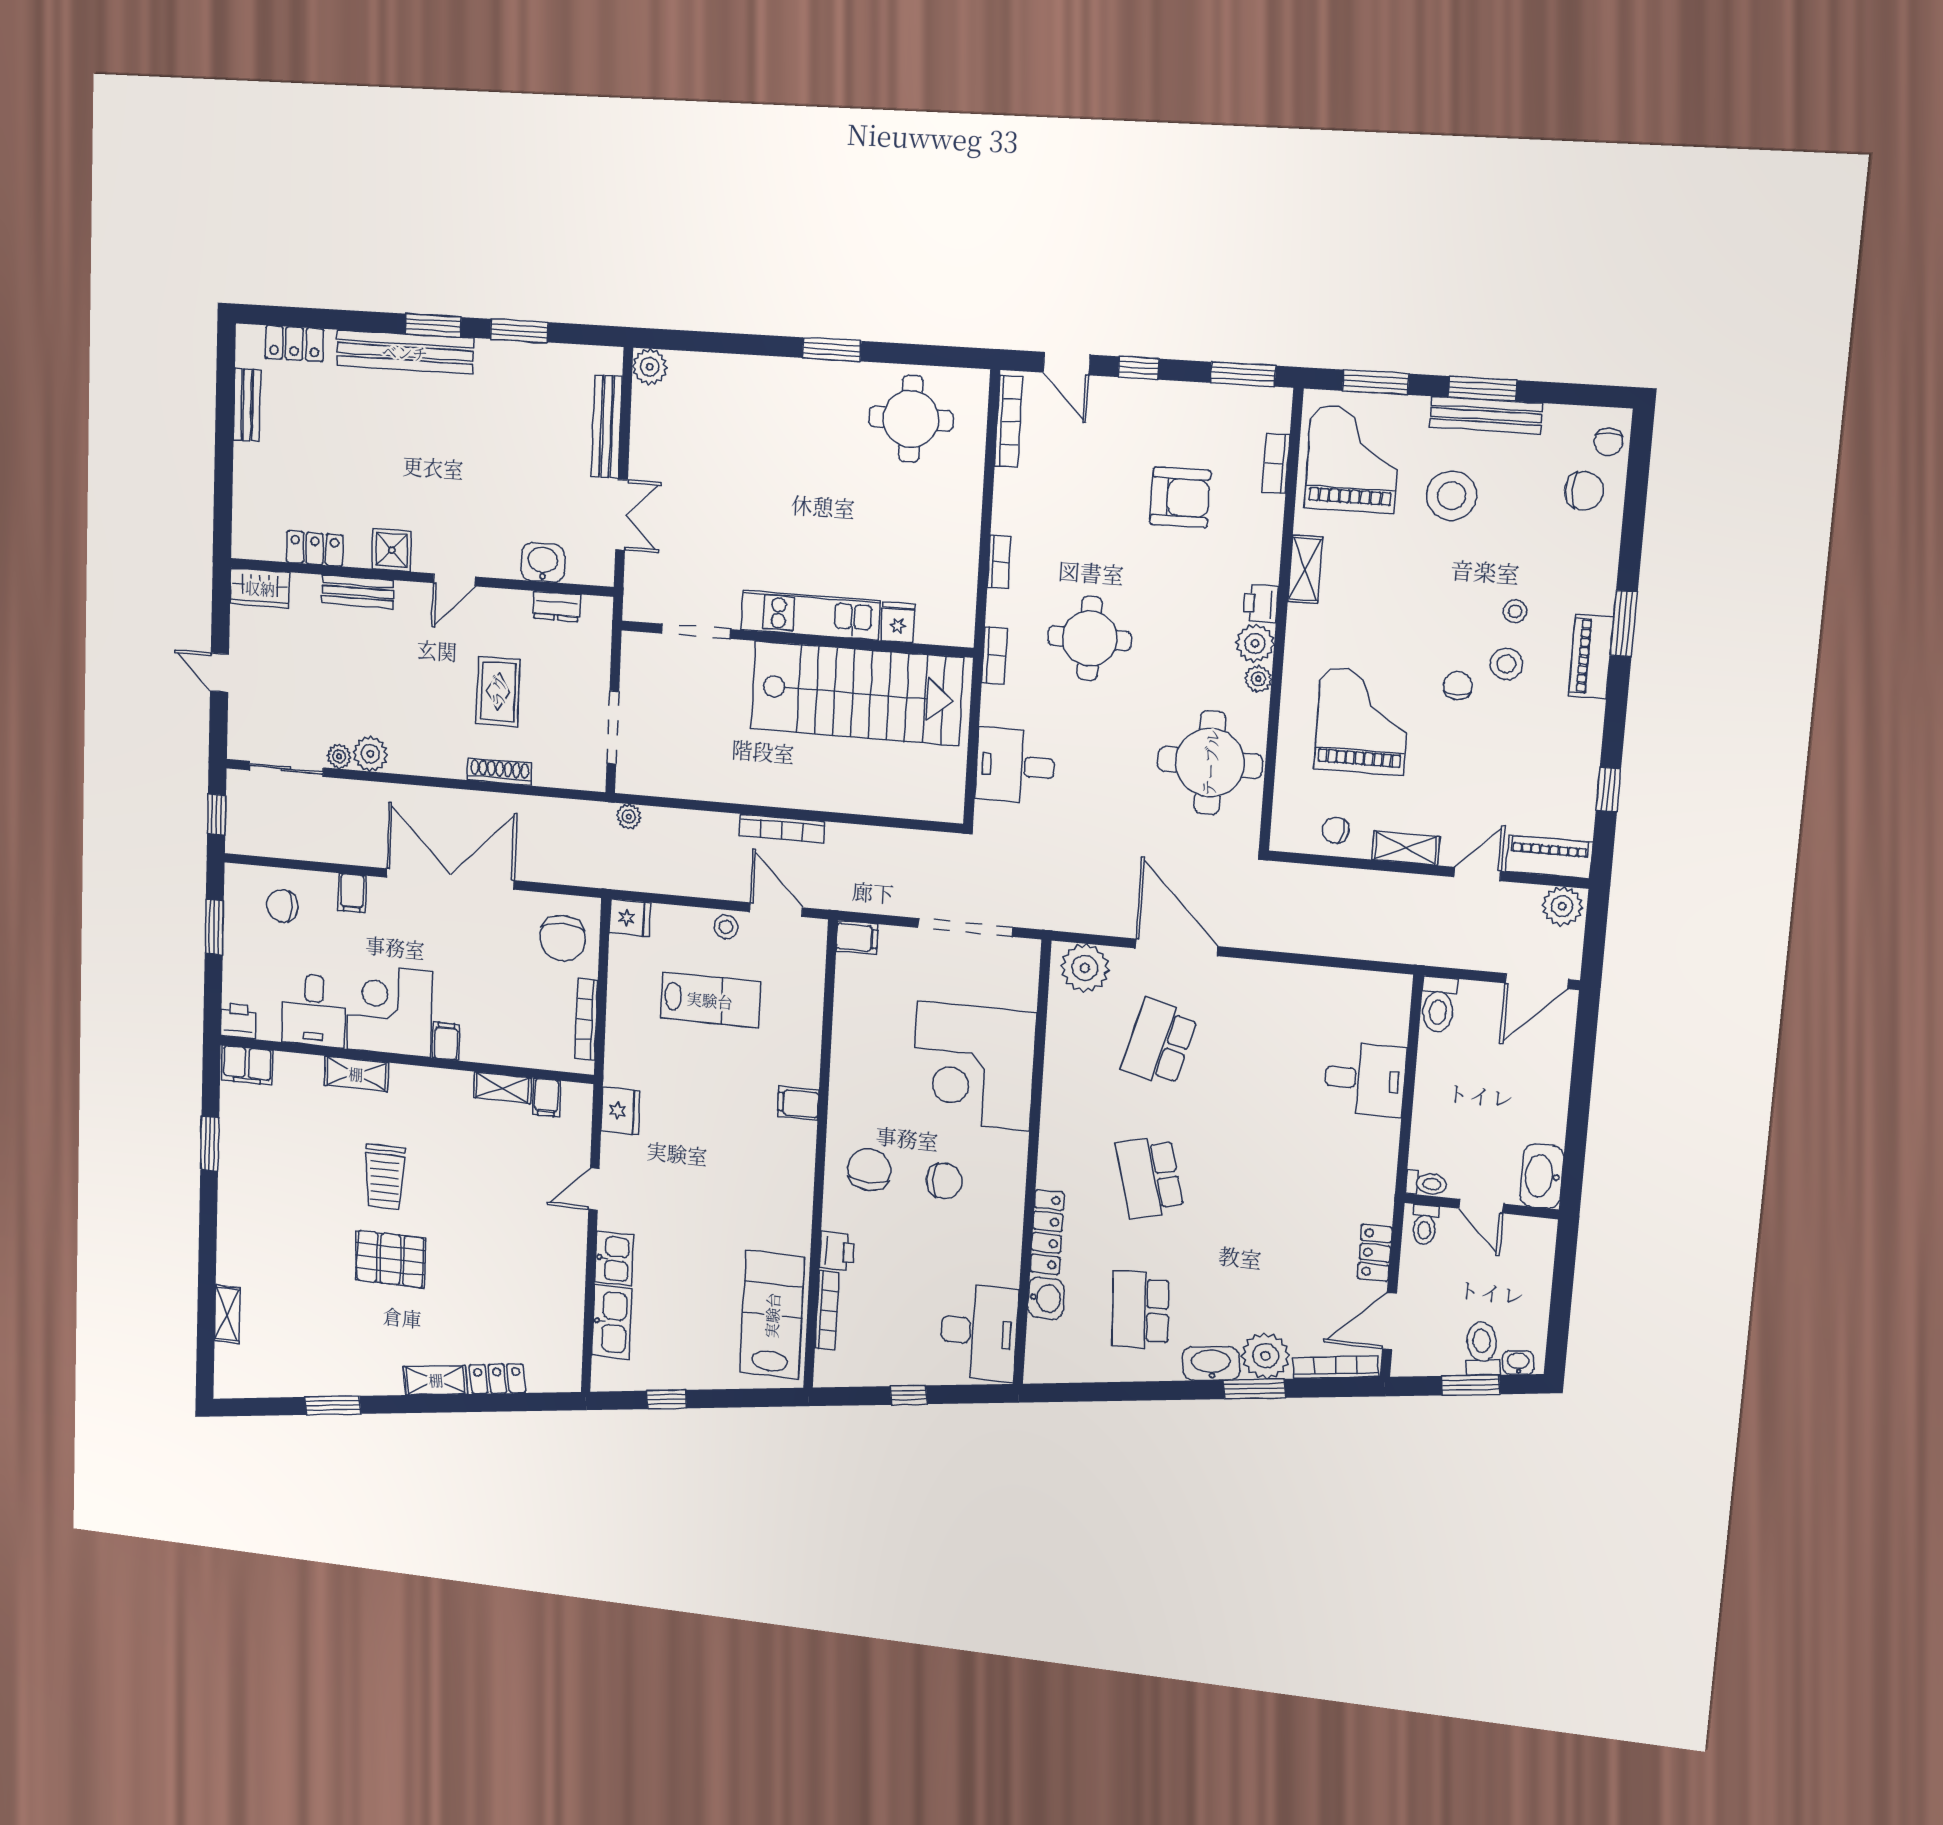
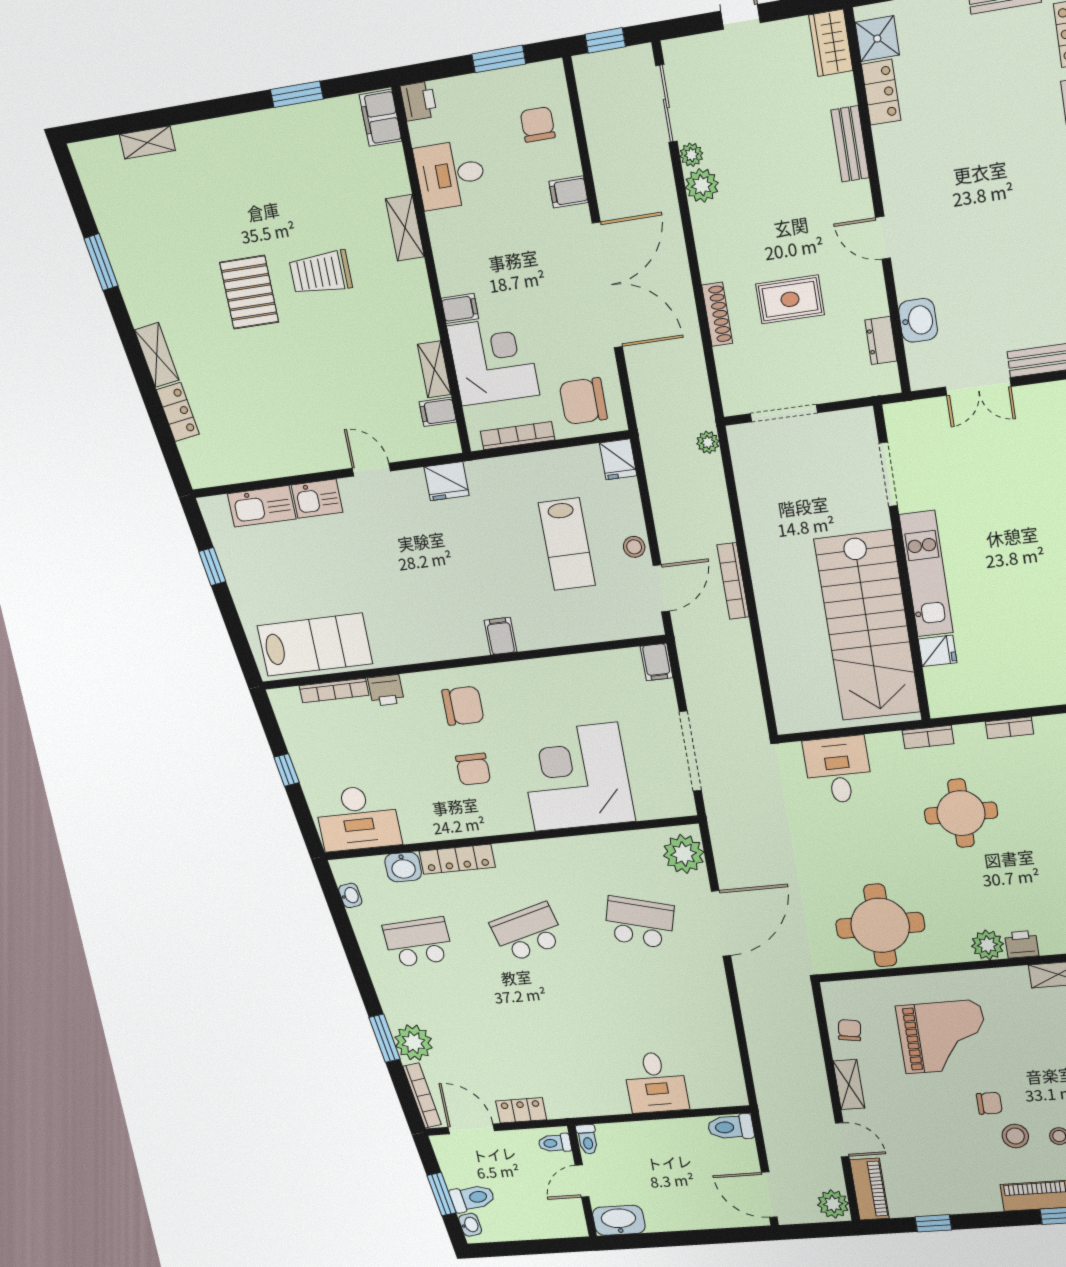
shower: (392, 550) -> (877, 39), moved
plant: (1258, 679) -> (959, 952), removed
corner desk: (389, 1010) -> (493, 361), moved
washbasin: (1211, 1363) -> (350, 895), moved, width x0.52, depth x0.69

